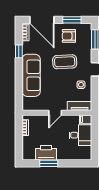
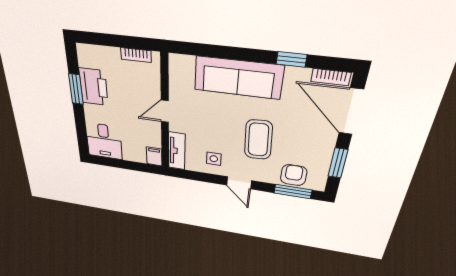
door: (42, 20) -> (351, 112), hinge flipped
armchair: (69, 36) -> (294, 175), moved
door: (55, 113) -> (165, 111), hinge flipped
desk: (80, 135) -> (104, 141), moved

